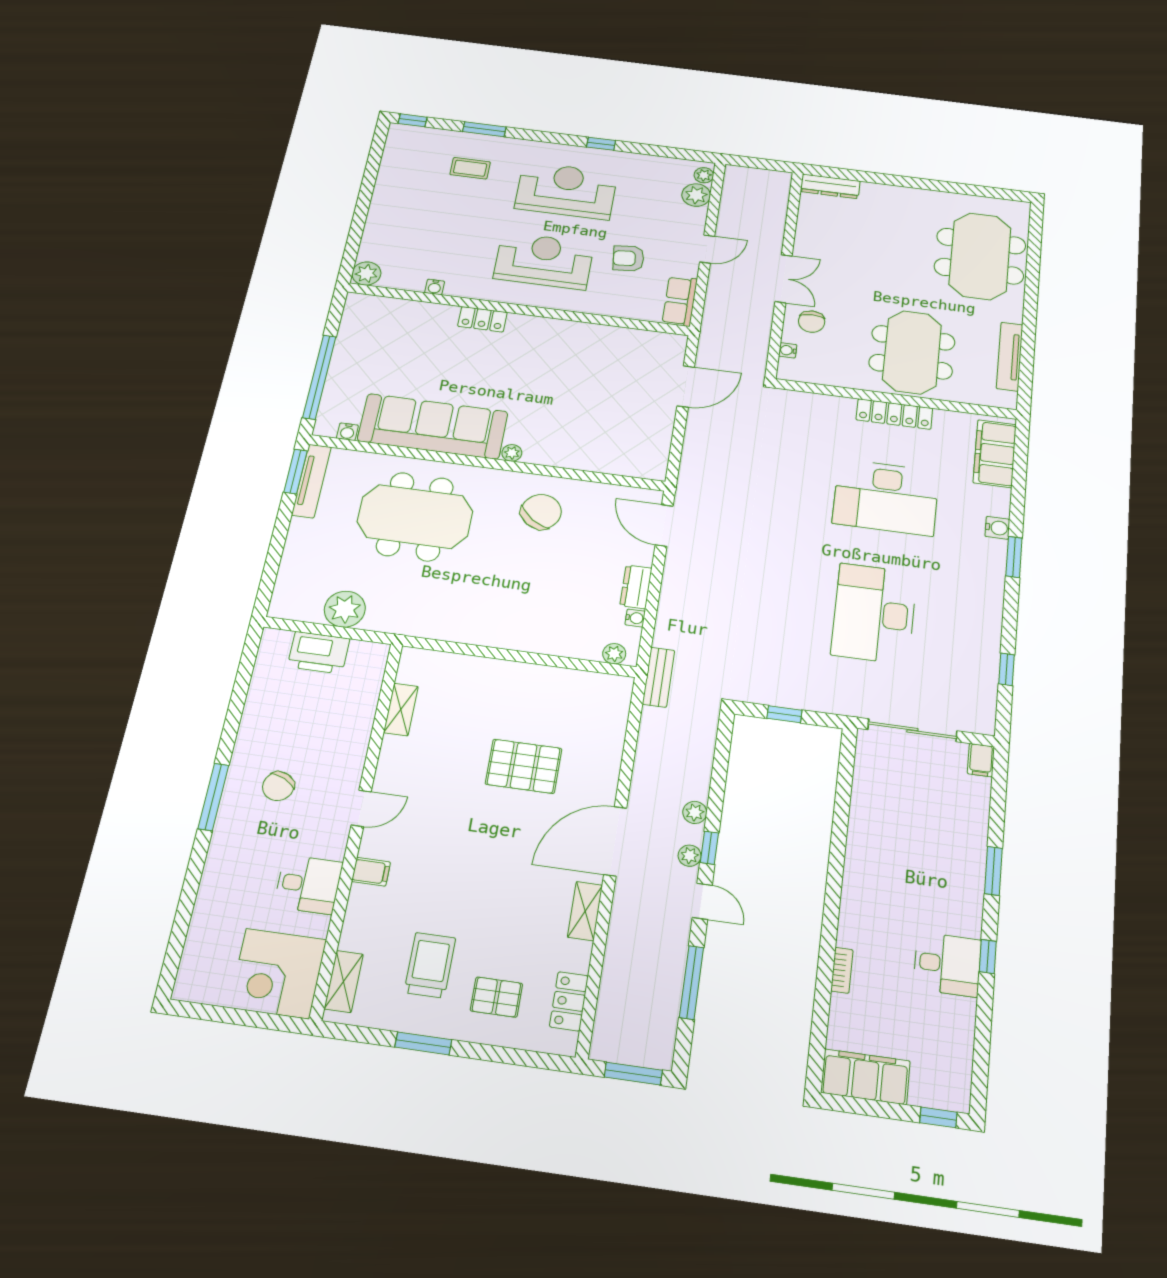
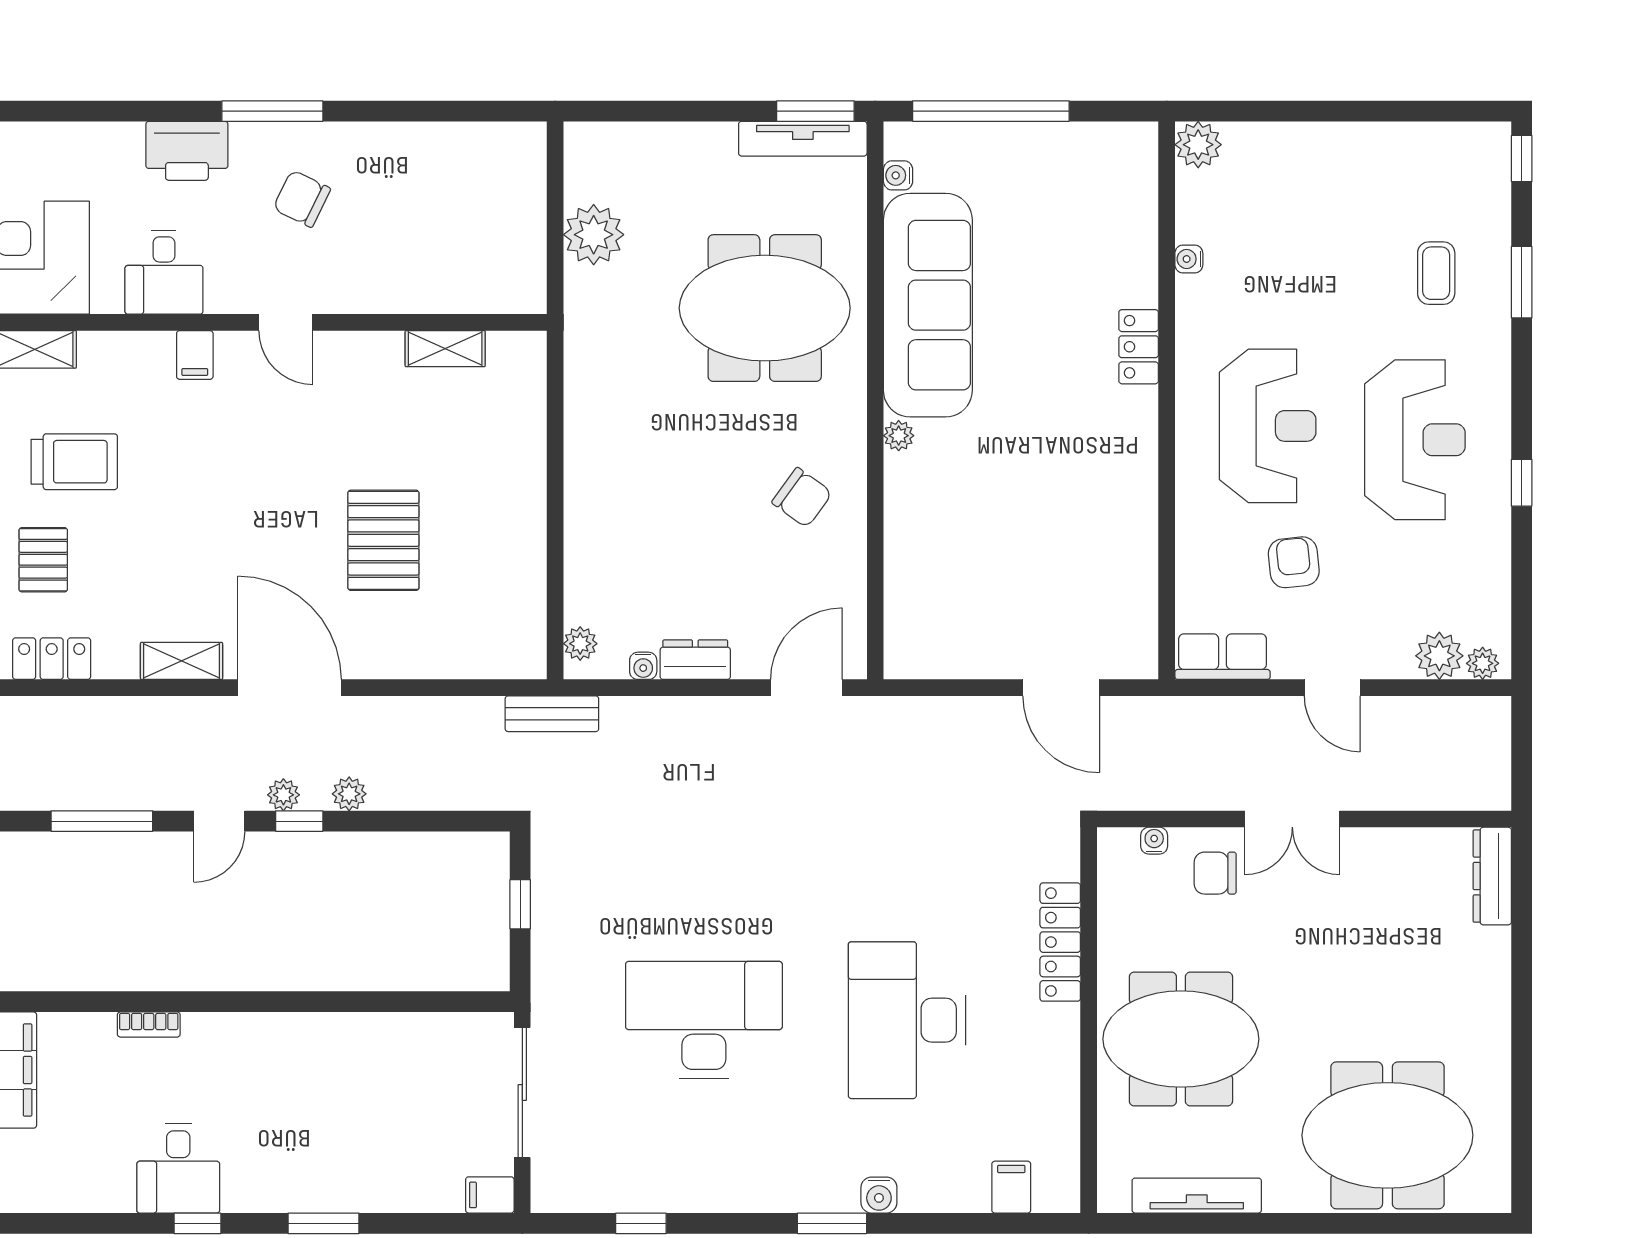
locker: (894, 414) -> (1060, 942), moved
filing cabinet: (995, 454) -> (1011, 1187), width x0.33, depth x0.86
chair: (541, 512) -> (802, 498), width x0.73, depth x0.73
meeting table: (415, 517) -> (765, 308), turned 90
printer: (319, 653) -> (187, 151), moved, turned -90

